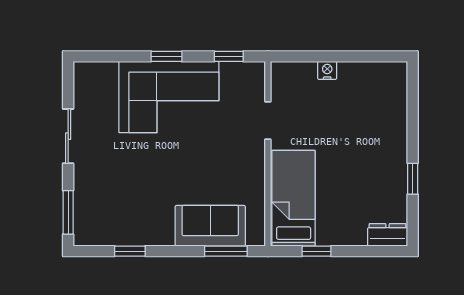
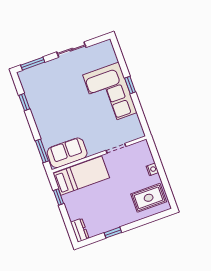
window: (229, 56) -> (141, 117), removed
rug: (374, 95) -> (149, 198), added
sofa: (210, 226) -> (67, 153), moved, turned -90

